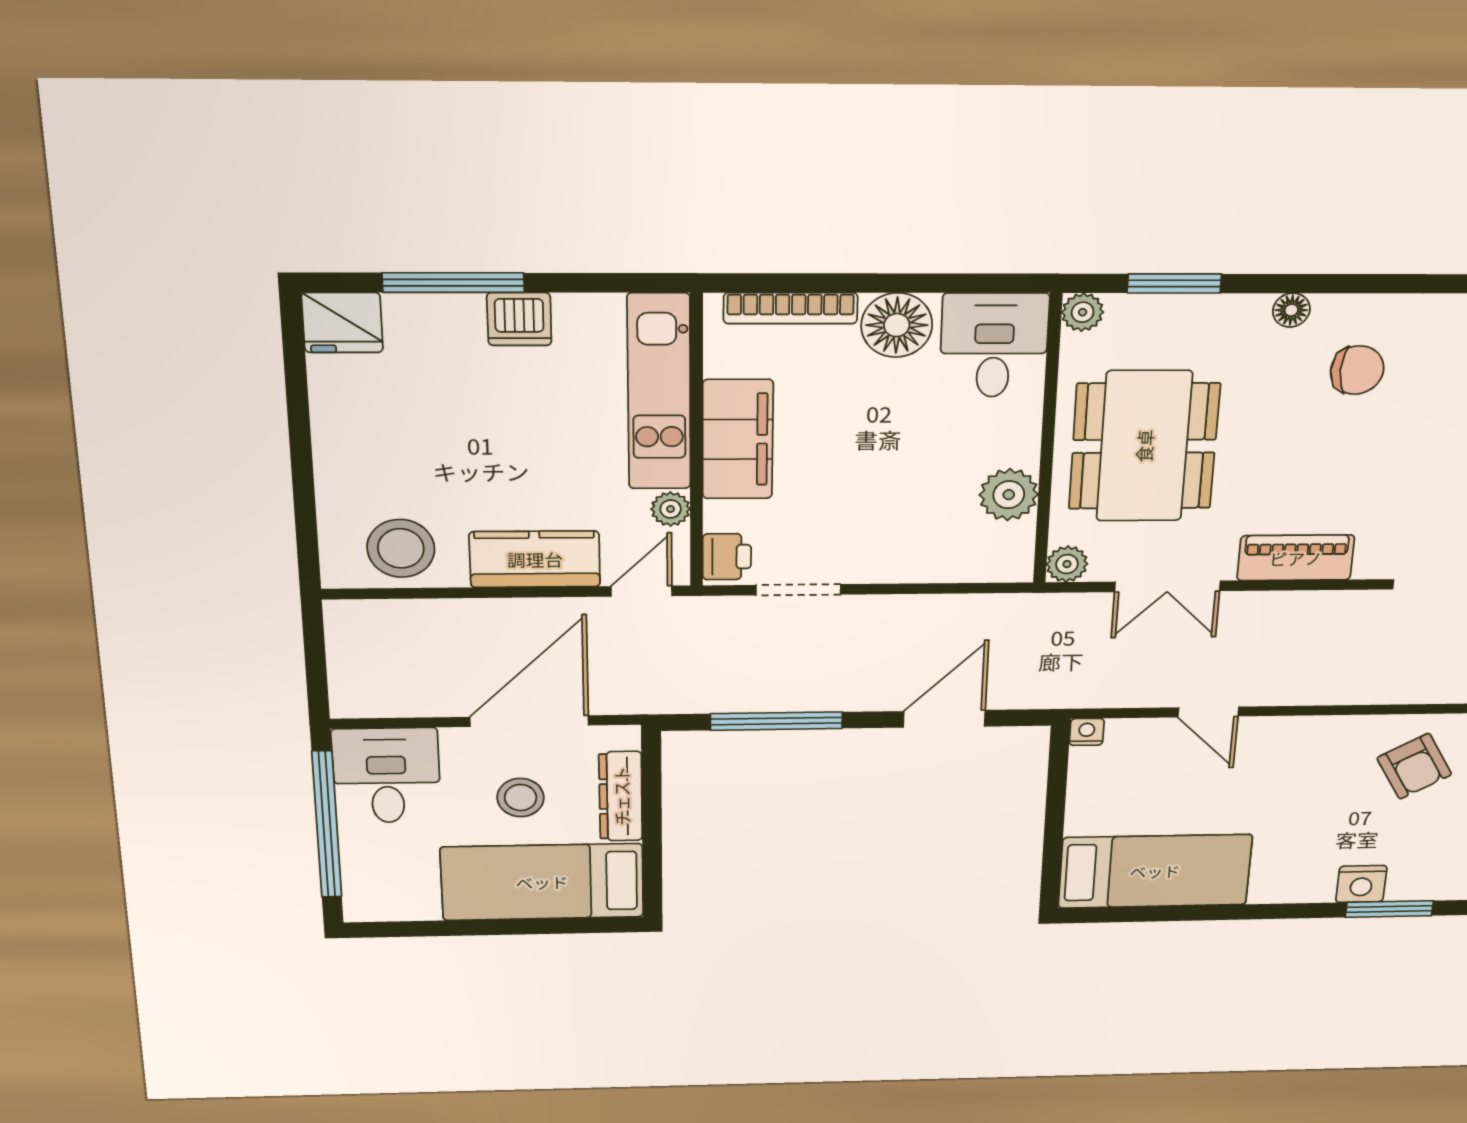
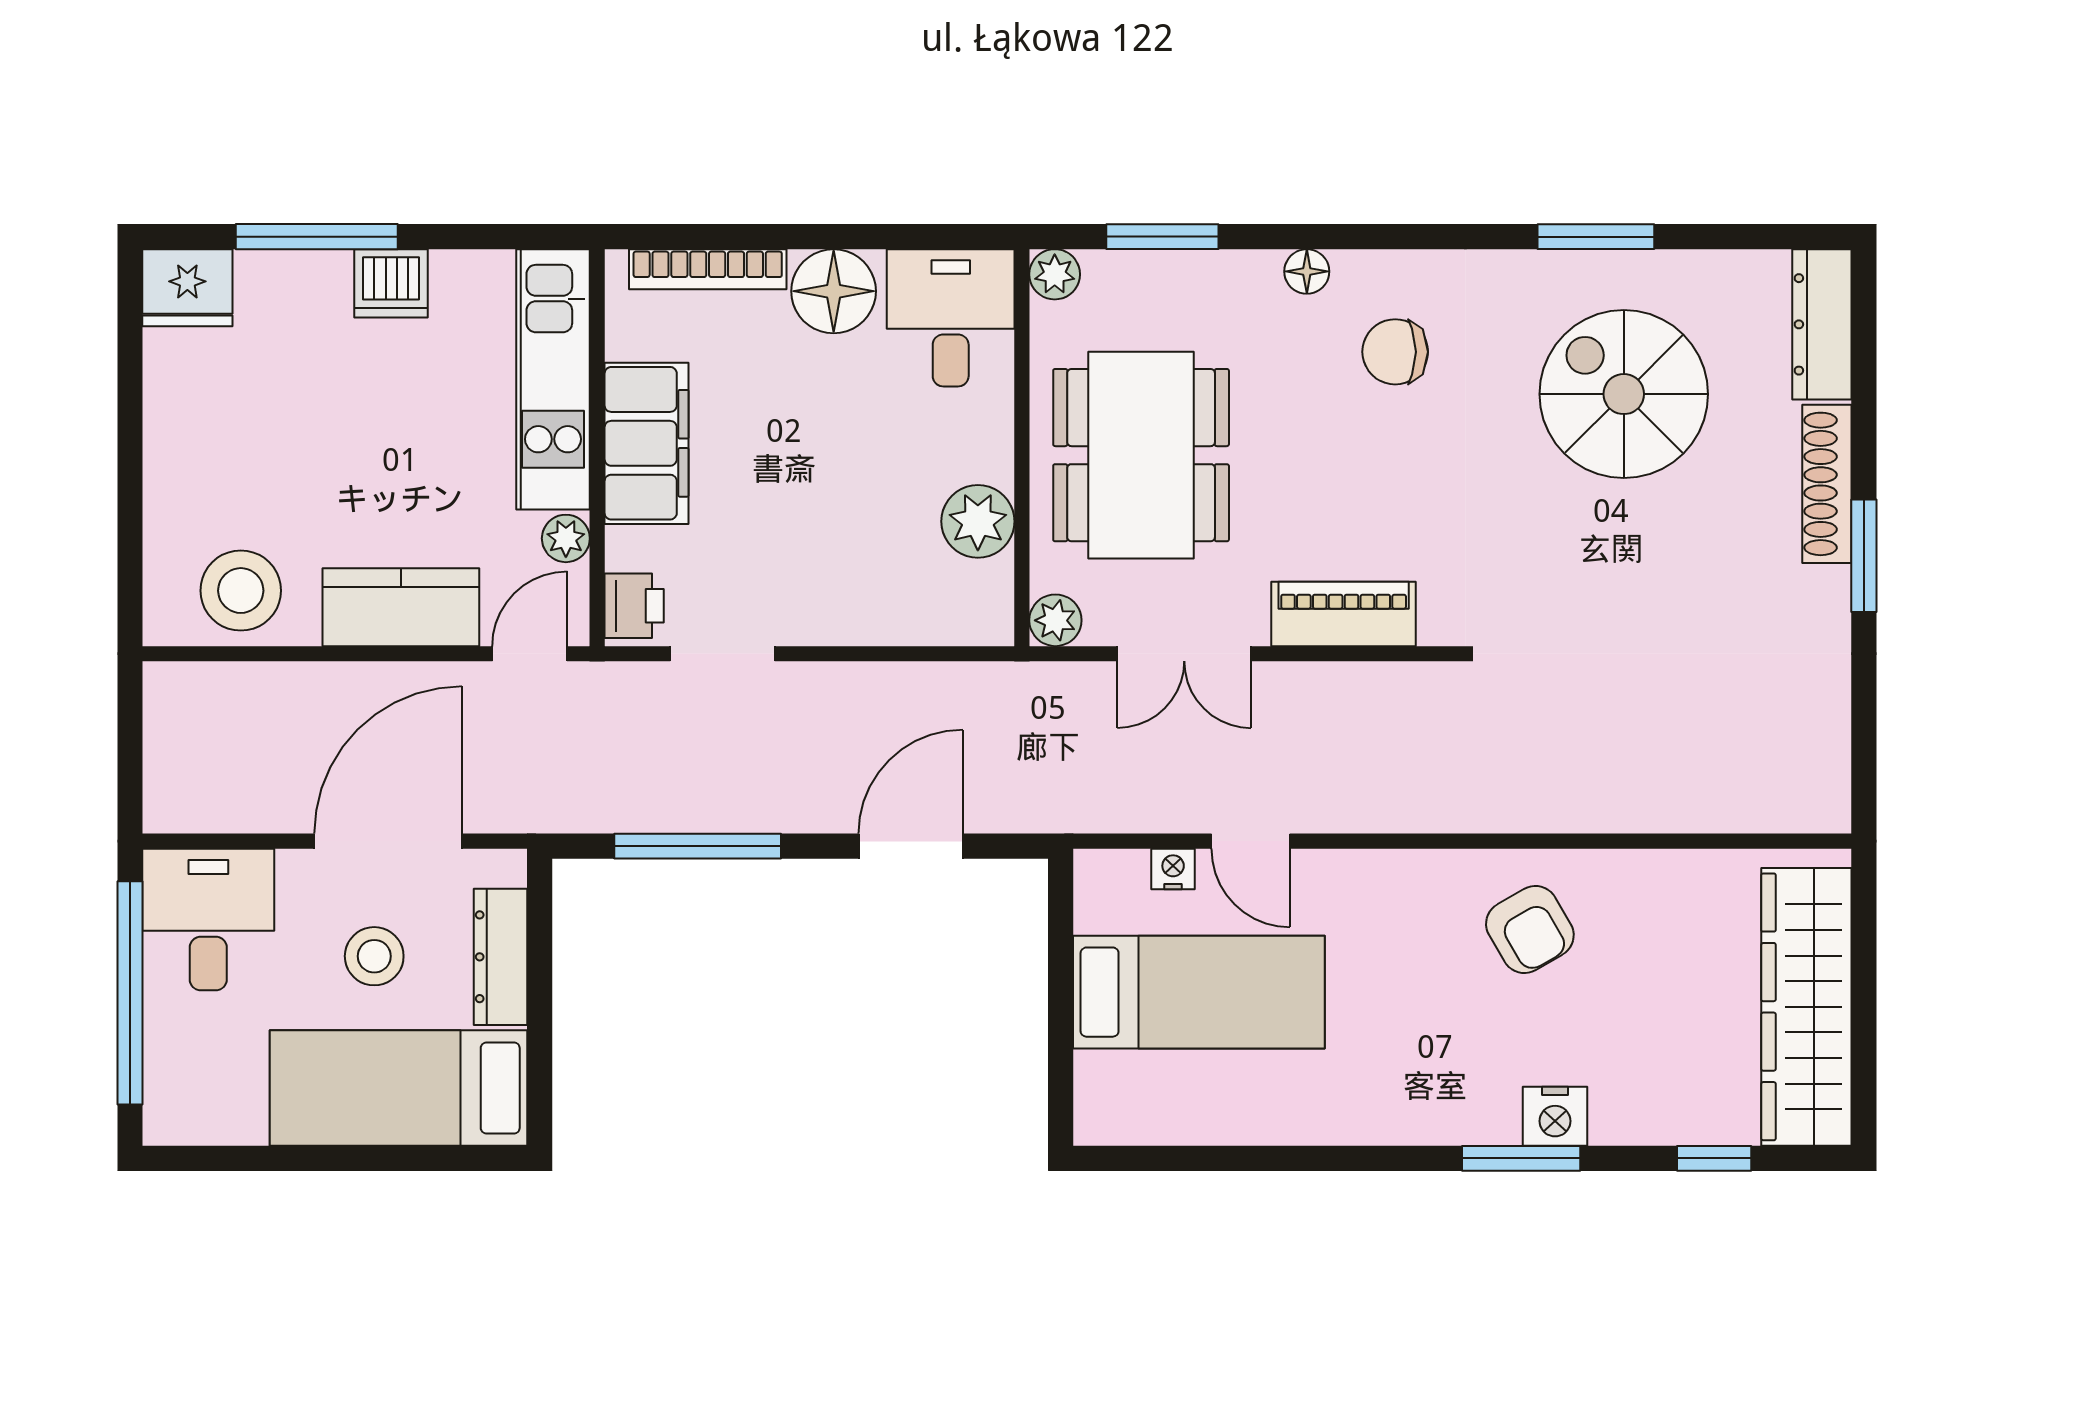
chair: (1357, 370) -> (1395, 352), turned 180
nightstand: (1087, 732) -> (1173, 869), moved
bed: (1155, 871) -> (1199, 992), moved
nightstand: (1361, 884) -> (1555, 1116), moved

